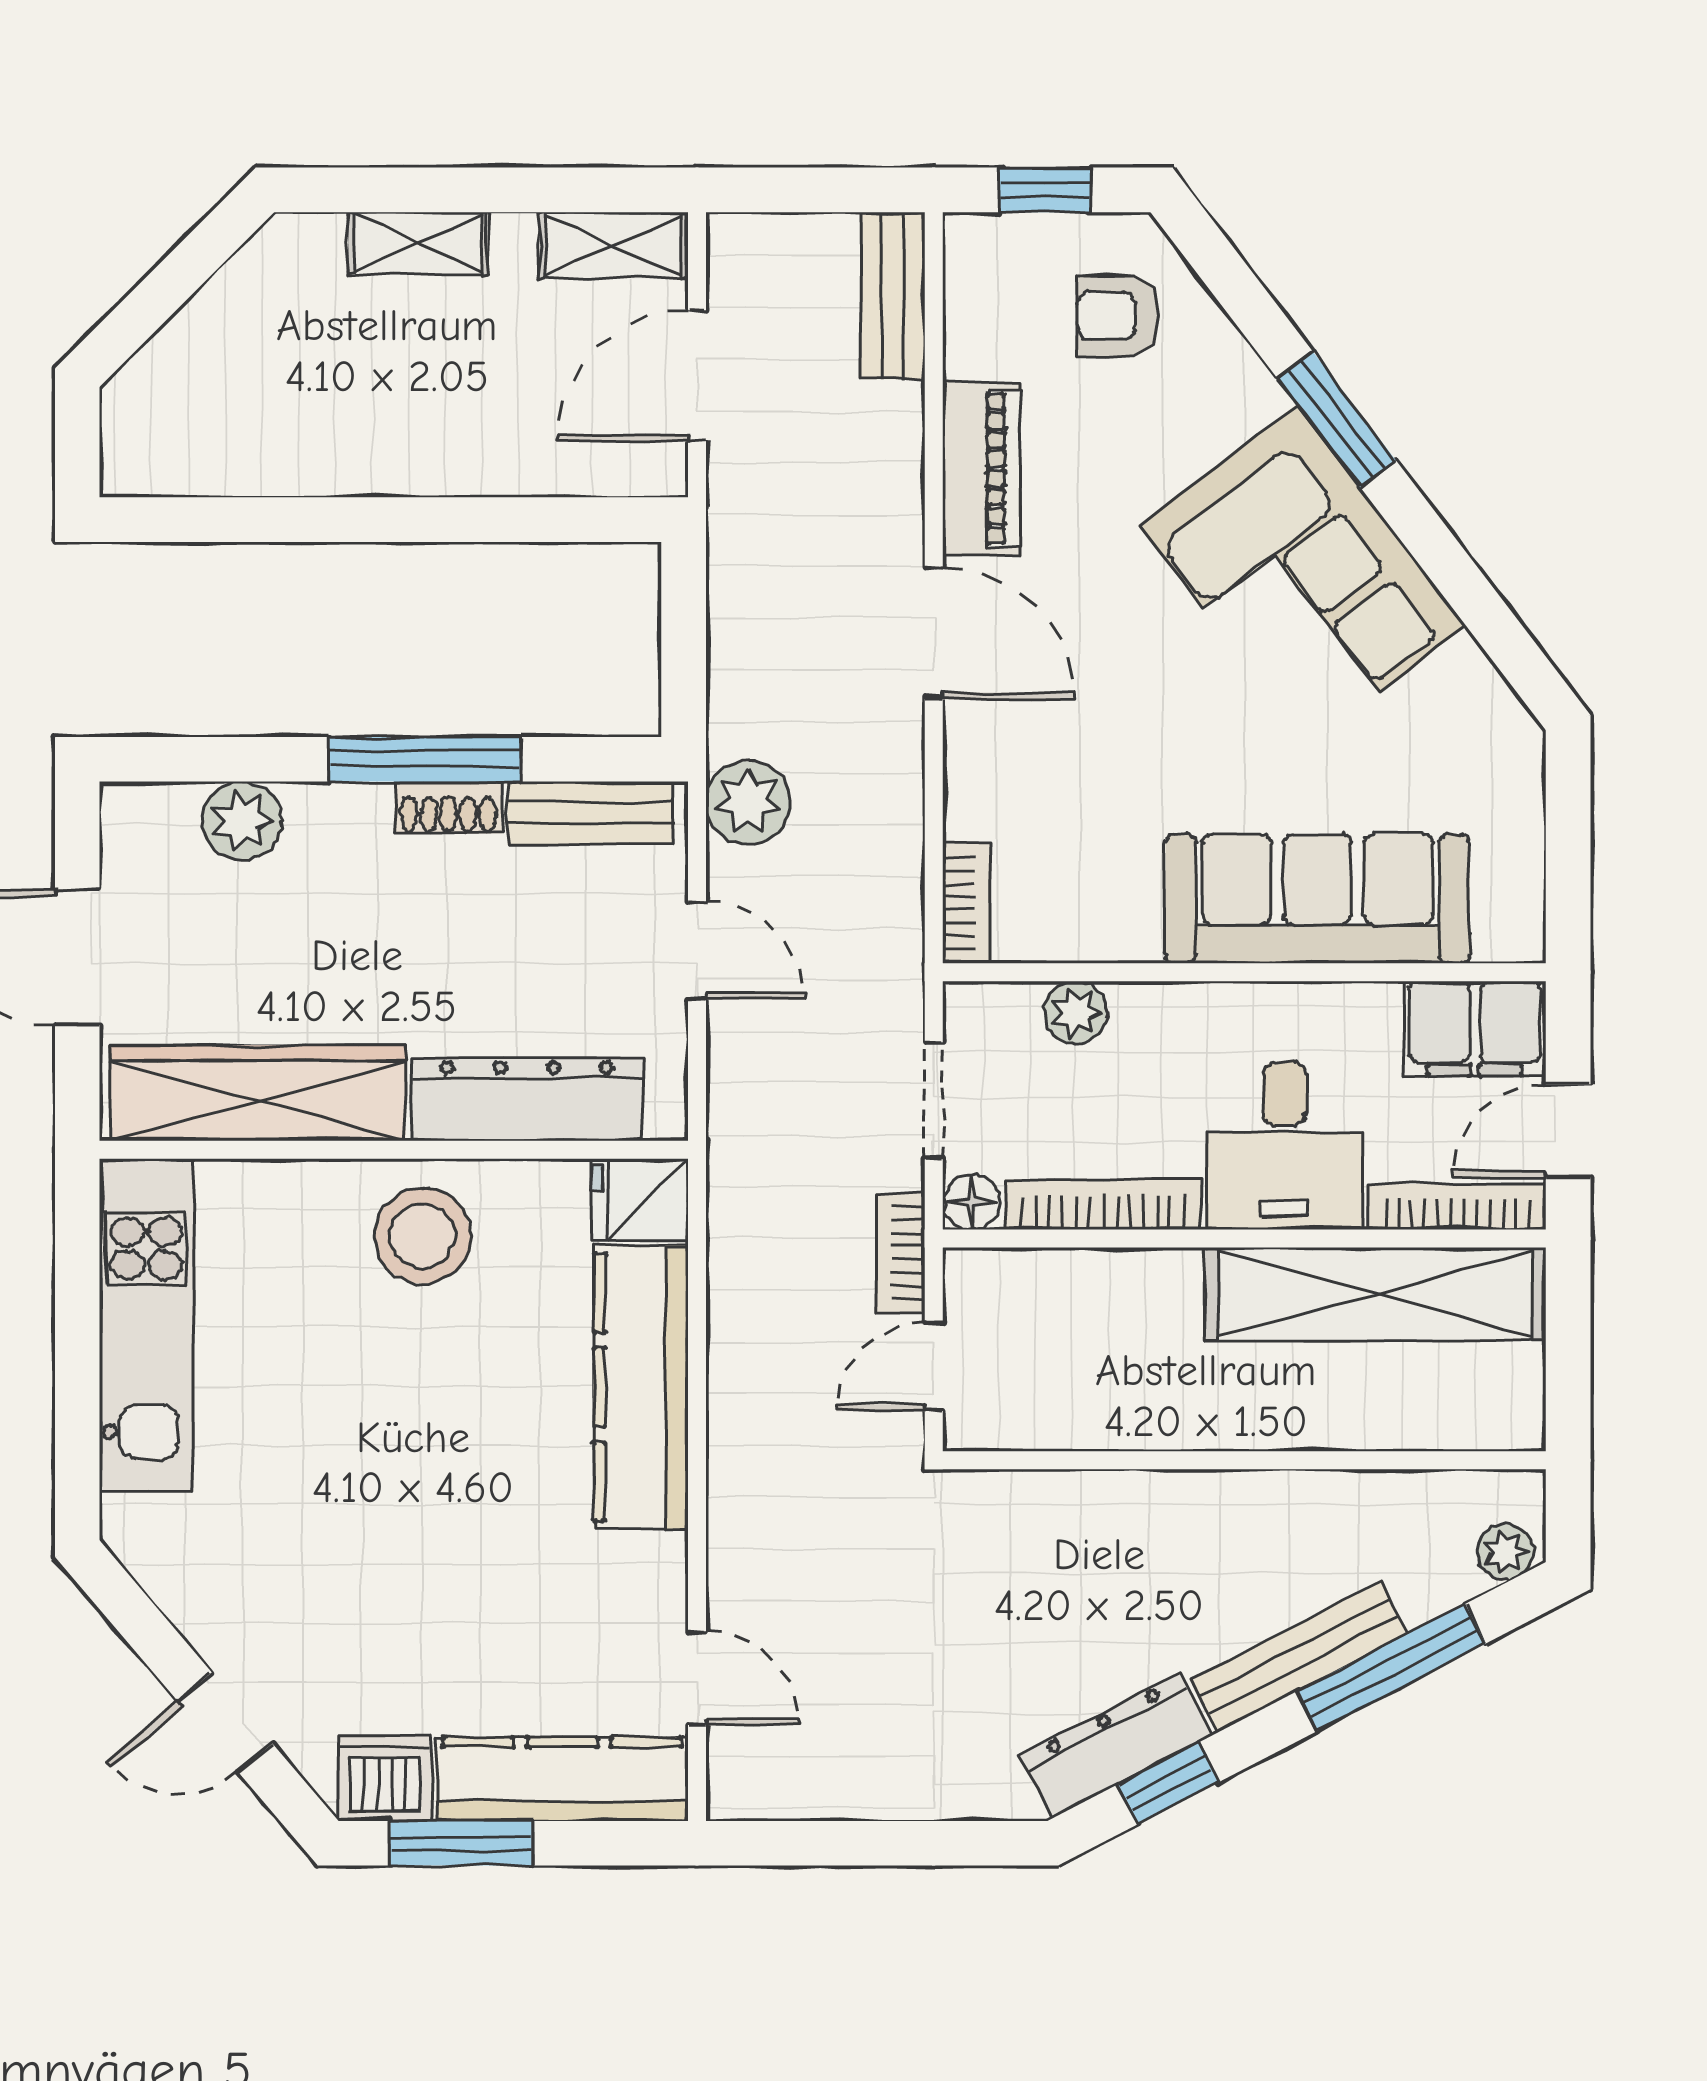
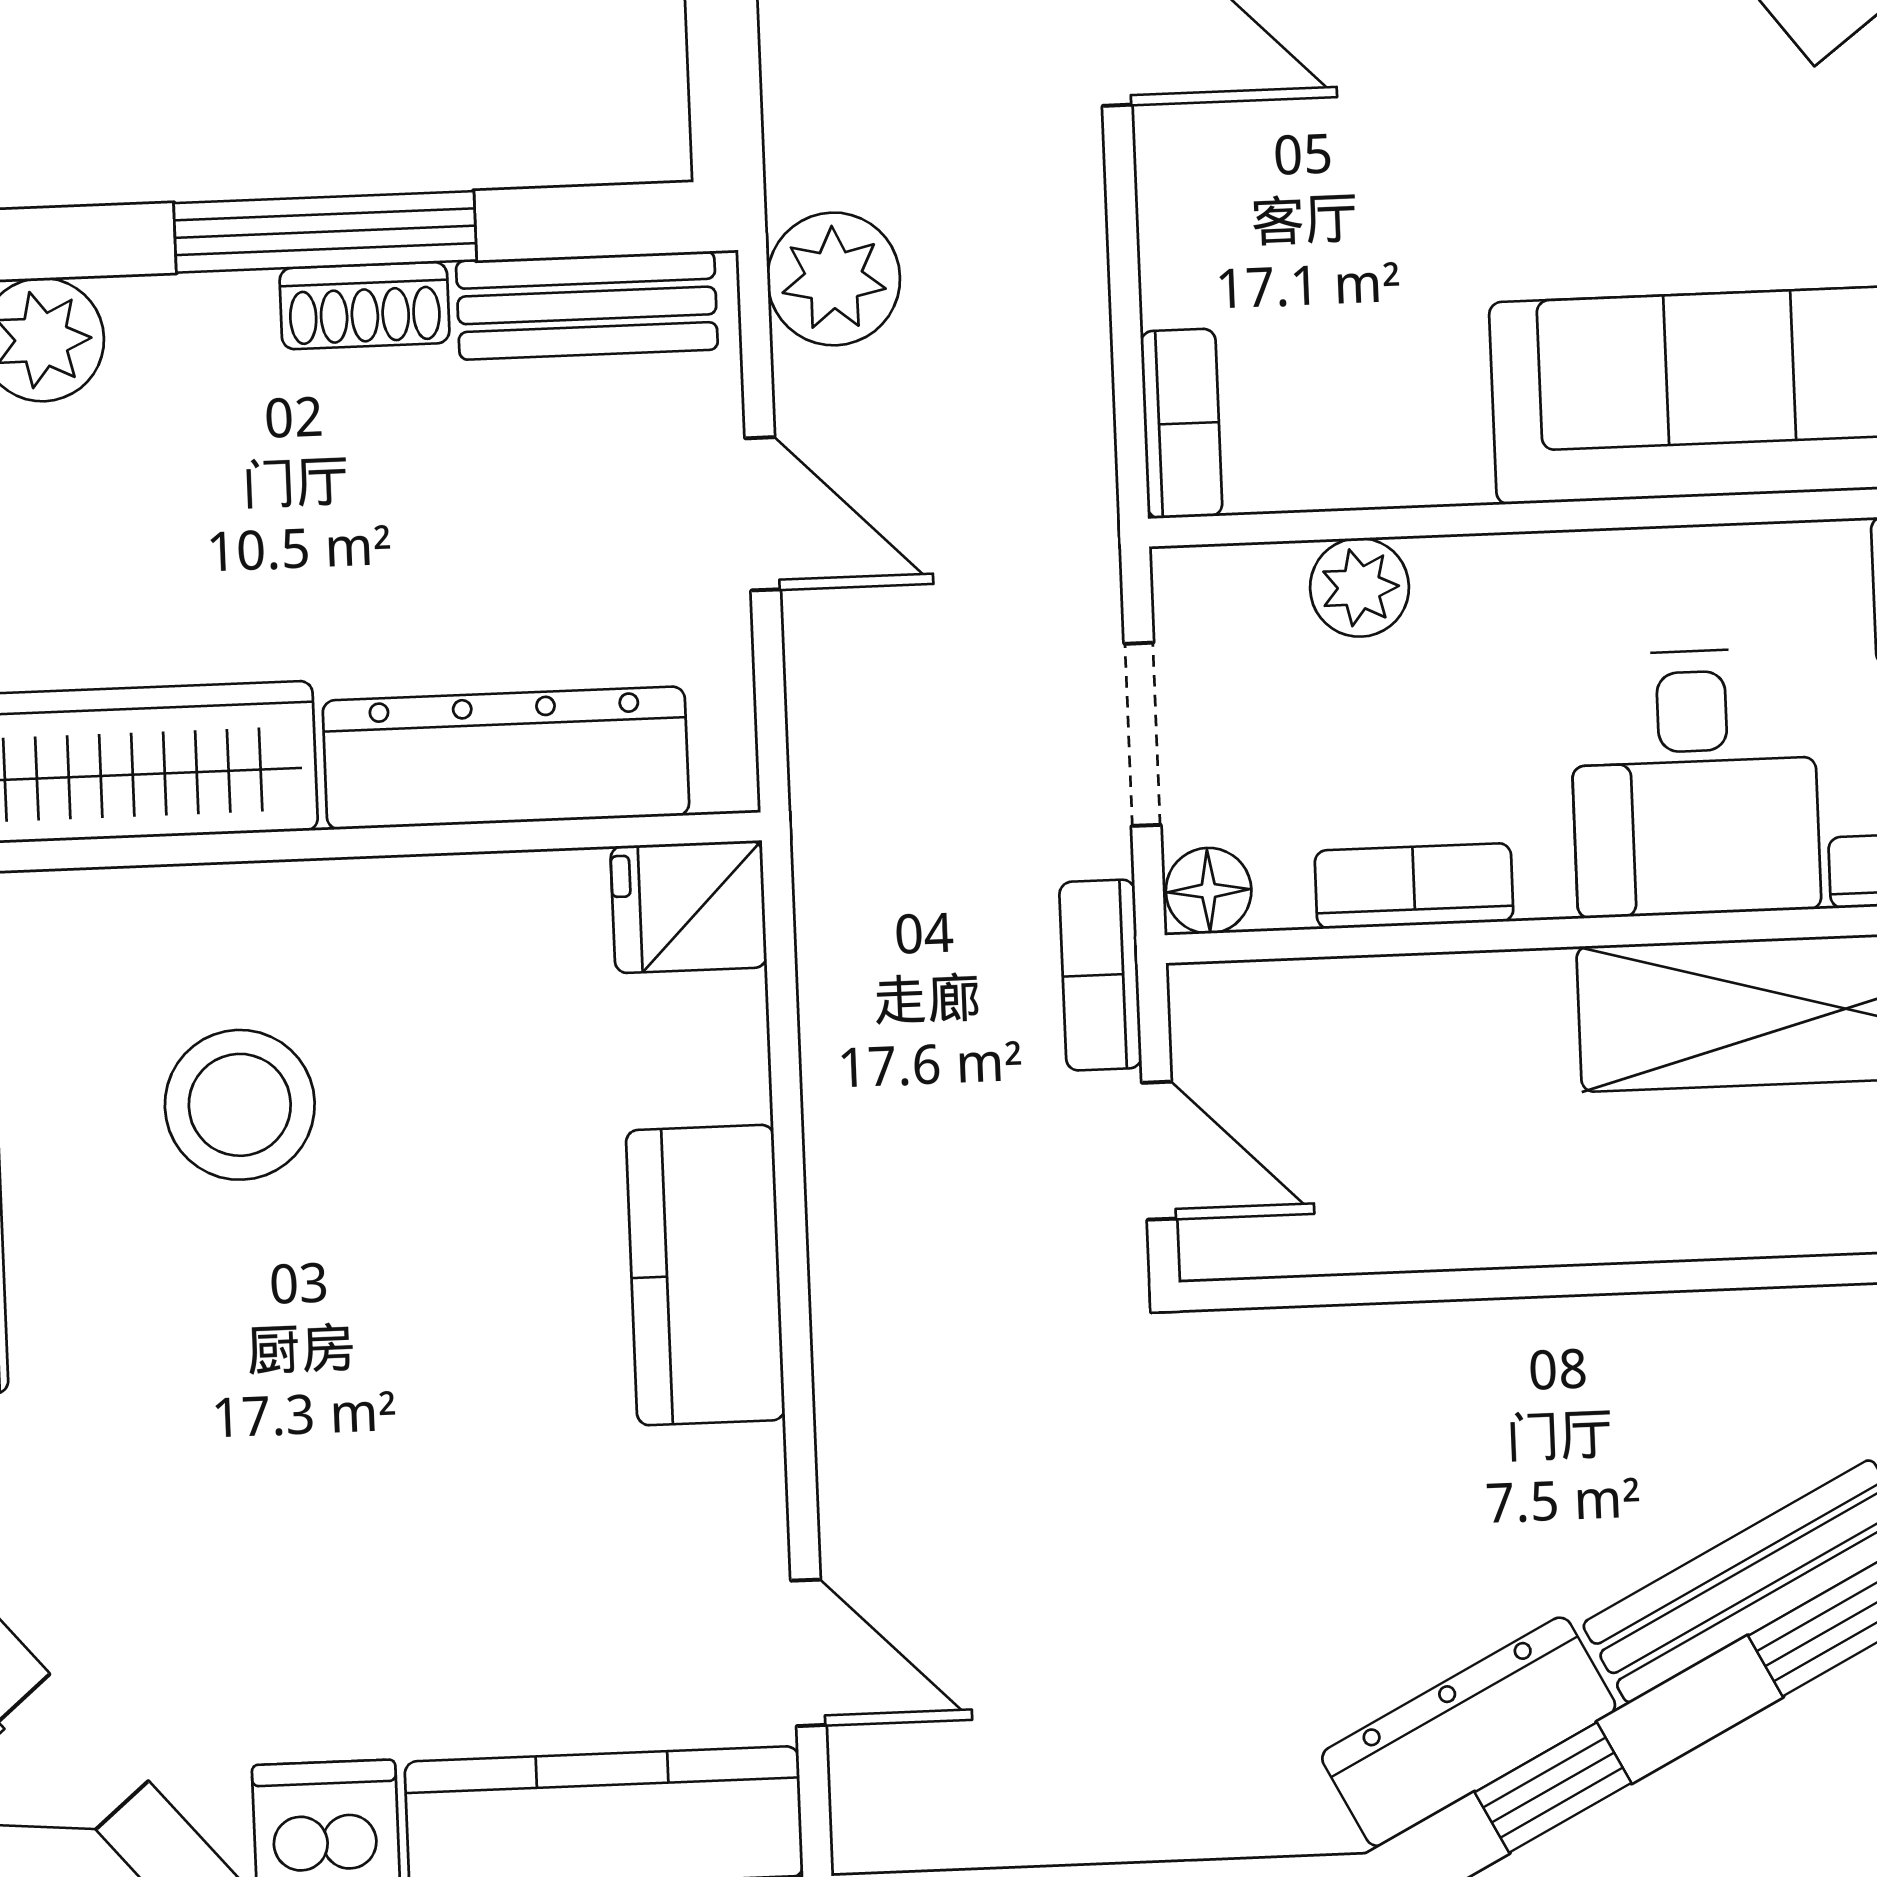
bookcase: (1103, 1204) -> (1414, 886), width x0.64
stool: (422, 1236) -> (240, 1105), moved
door: (934, 1367) -> (1159, 1151), swing flipped
kitchen counter: (641, 1387) -> (705, 1275), width x0.67

